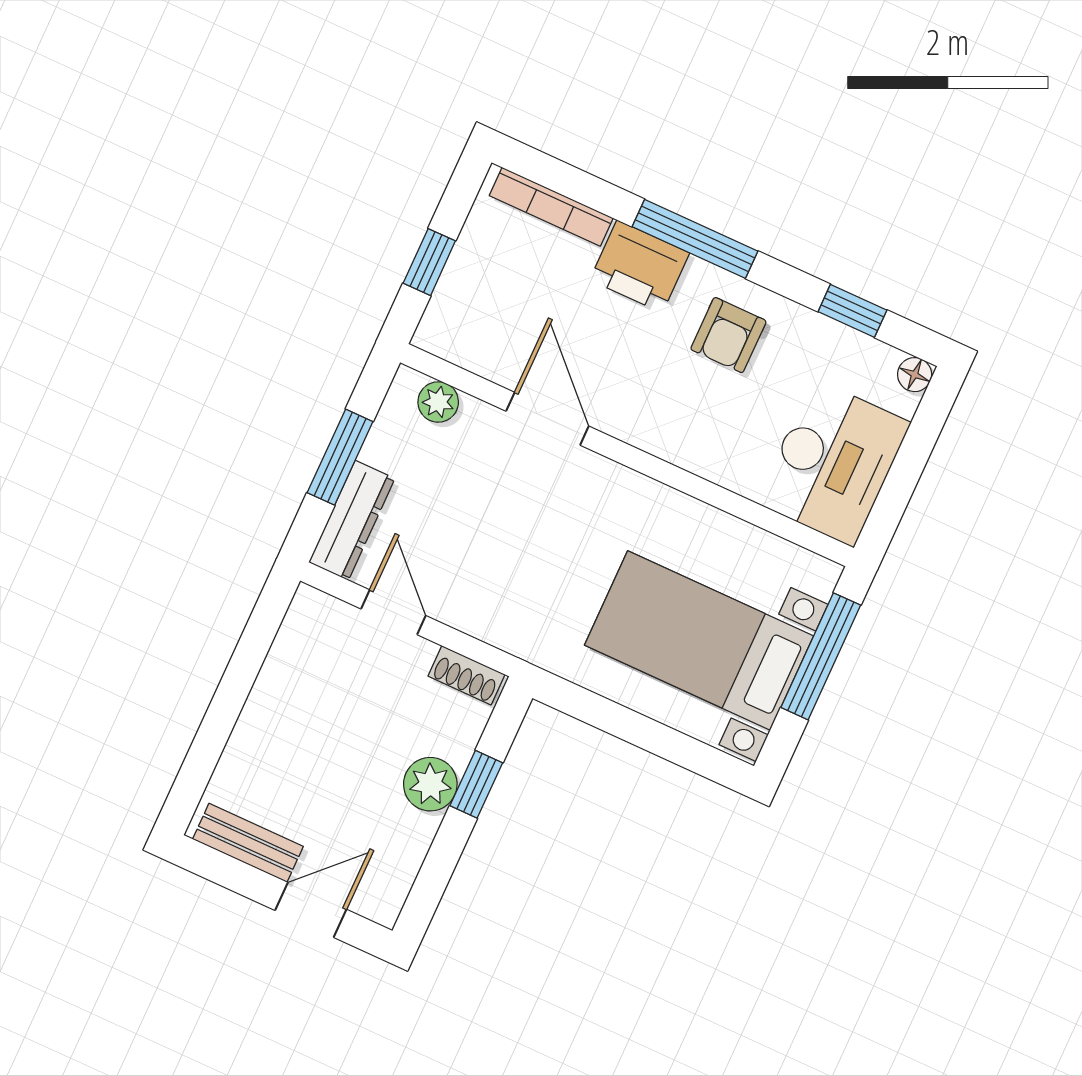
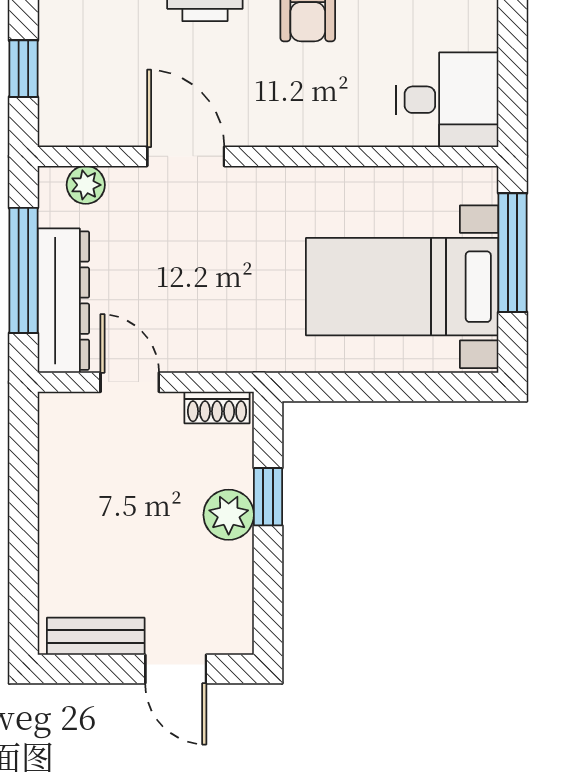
window: (340, 457) -> (23, 270), width x1.44
desk: (833, 463) -> (447, 100), width x0.73
dresser: (352, 520) -> (63, 301), width x1.37, depth x1.24
door: (311, 910) -> (176, 669), swing flipped

